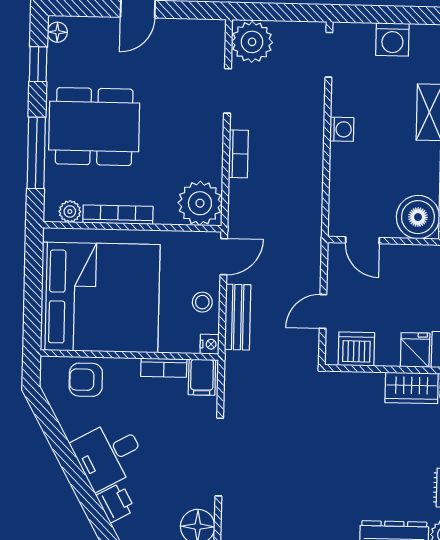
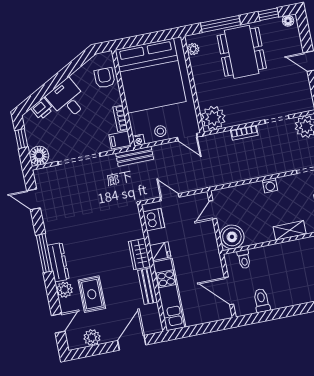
bookcase: (118, 215) -> (197, 75), removed
bench: (238, 317) -> (135, 156), moved

